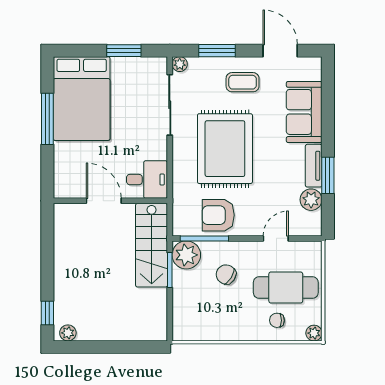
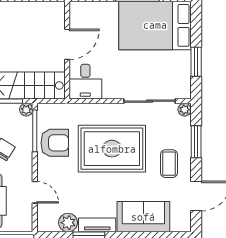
armchair: (218, 215) -> (55, 143), turned 90
plant: (186, 255) -> (26, 110), width x0.53, depth x0.53

